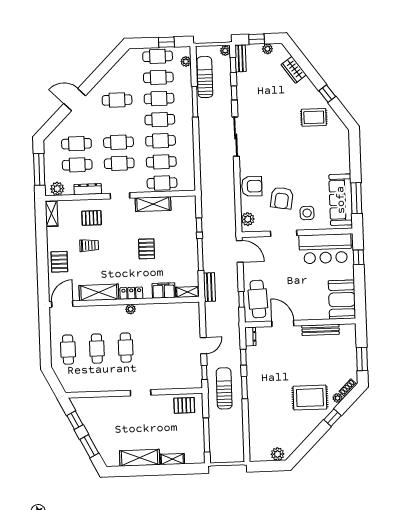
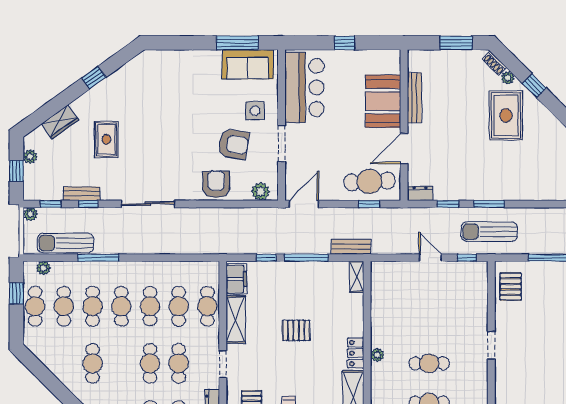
bench: (241, 58) -> (82, 194), moved
rug: (314, 117) -> (106, 139), moved
sofa: (341, 200) -> (248, 64), width x0.73
window: (358, 257) -> (345, 43), moved
filing cabinet: (164, 291) -> (236, 279), moved, turned 180
booth: (342, 300) -> (383, 101), moved, turned 90

